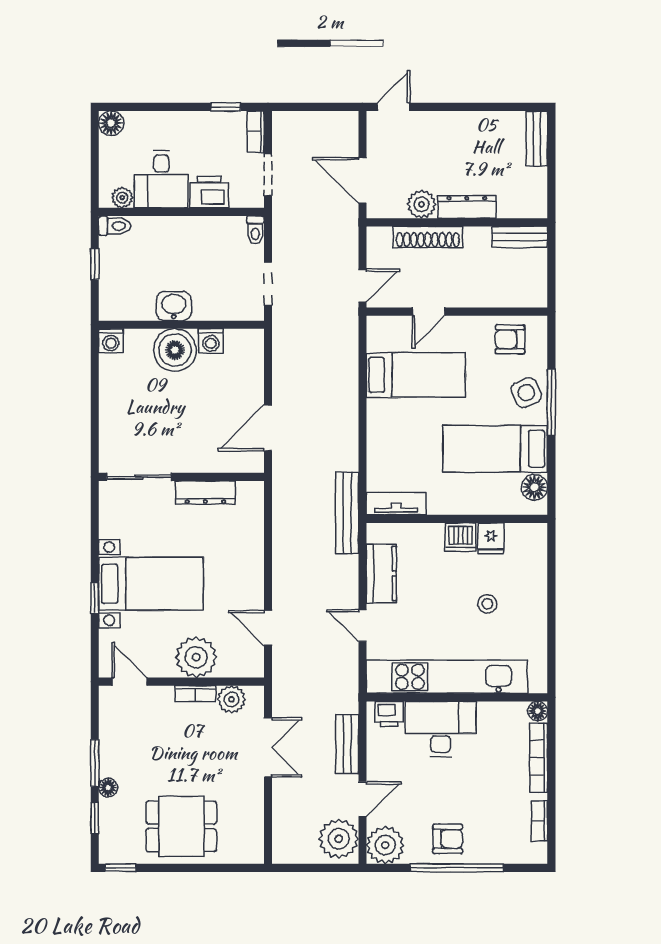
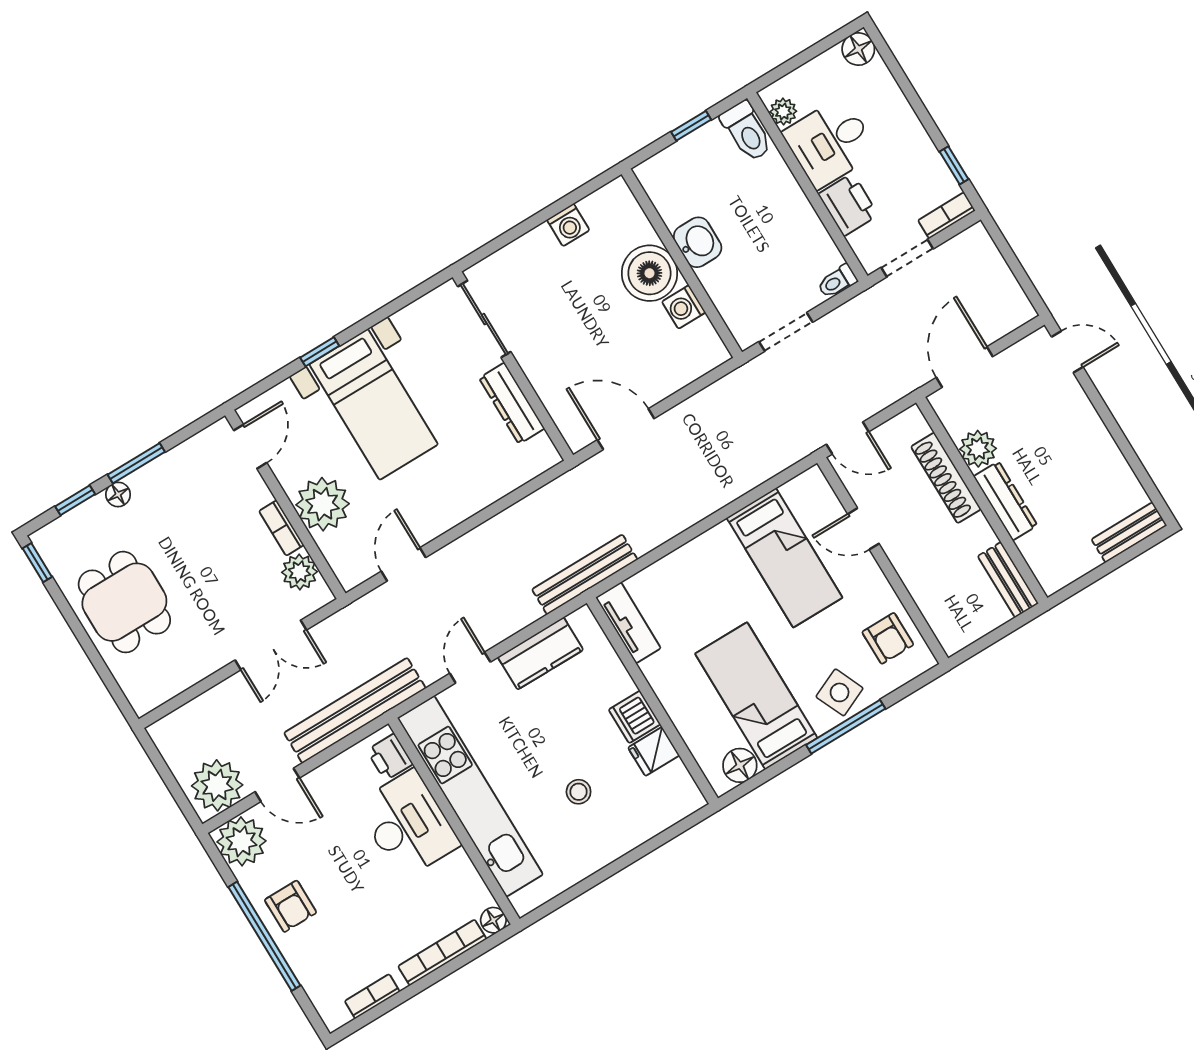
toilet: (115, 226) -> (747, 131), width x1.37, depth x1.39
armchair: (510, 339) -> (888, 638), turned 180
washing machine: (111, 341) -> (568, 225), moved, turned -90
bench: (347, 744) -> (355, 711), width x1.86, depth x1.21

